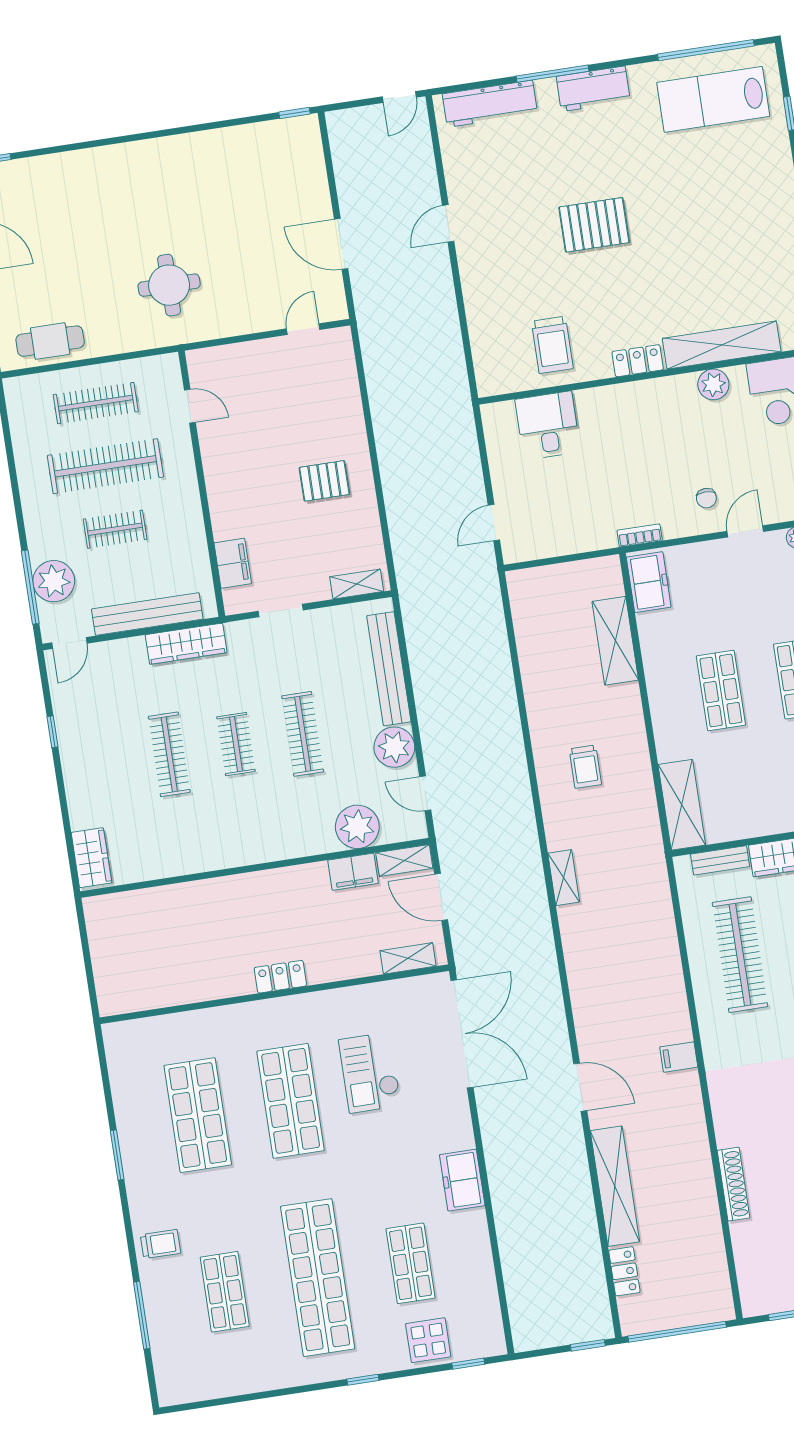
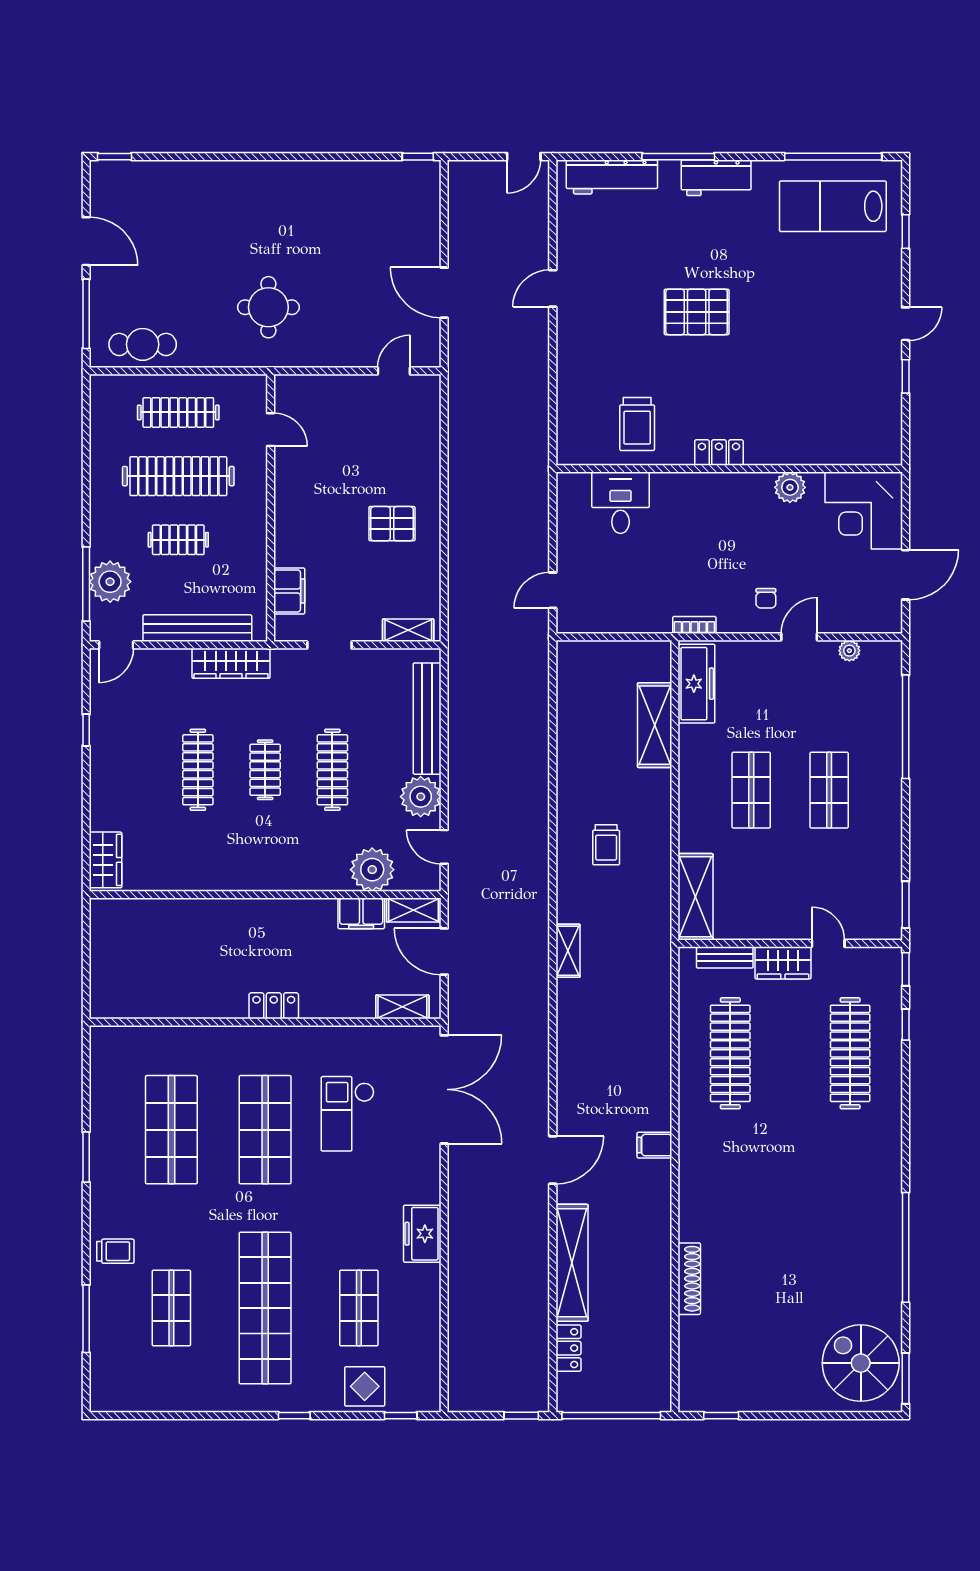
shelving: (722, 345) -> (804, 450), removed
freezer: (649, 582) -> (696, 684), width x1.40
door: (580, 1087) -> (553, 1160), hinge flipped

